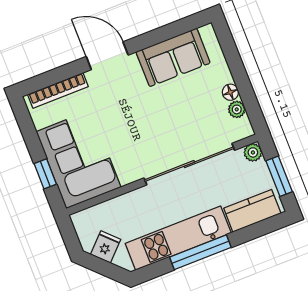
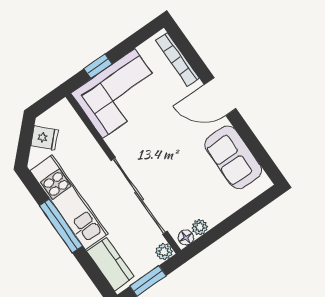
door: (107, 56) -> (220, 97), swing flipped
floor lamp: (230, 92) -> (186, 237), moved

